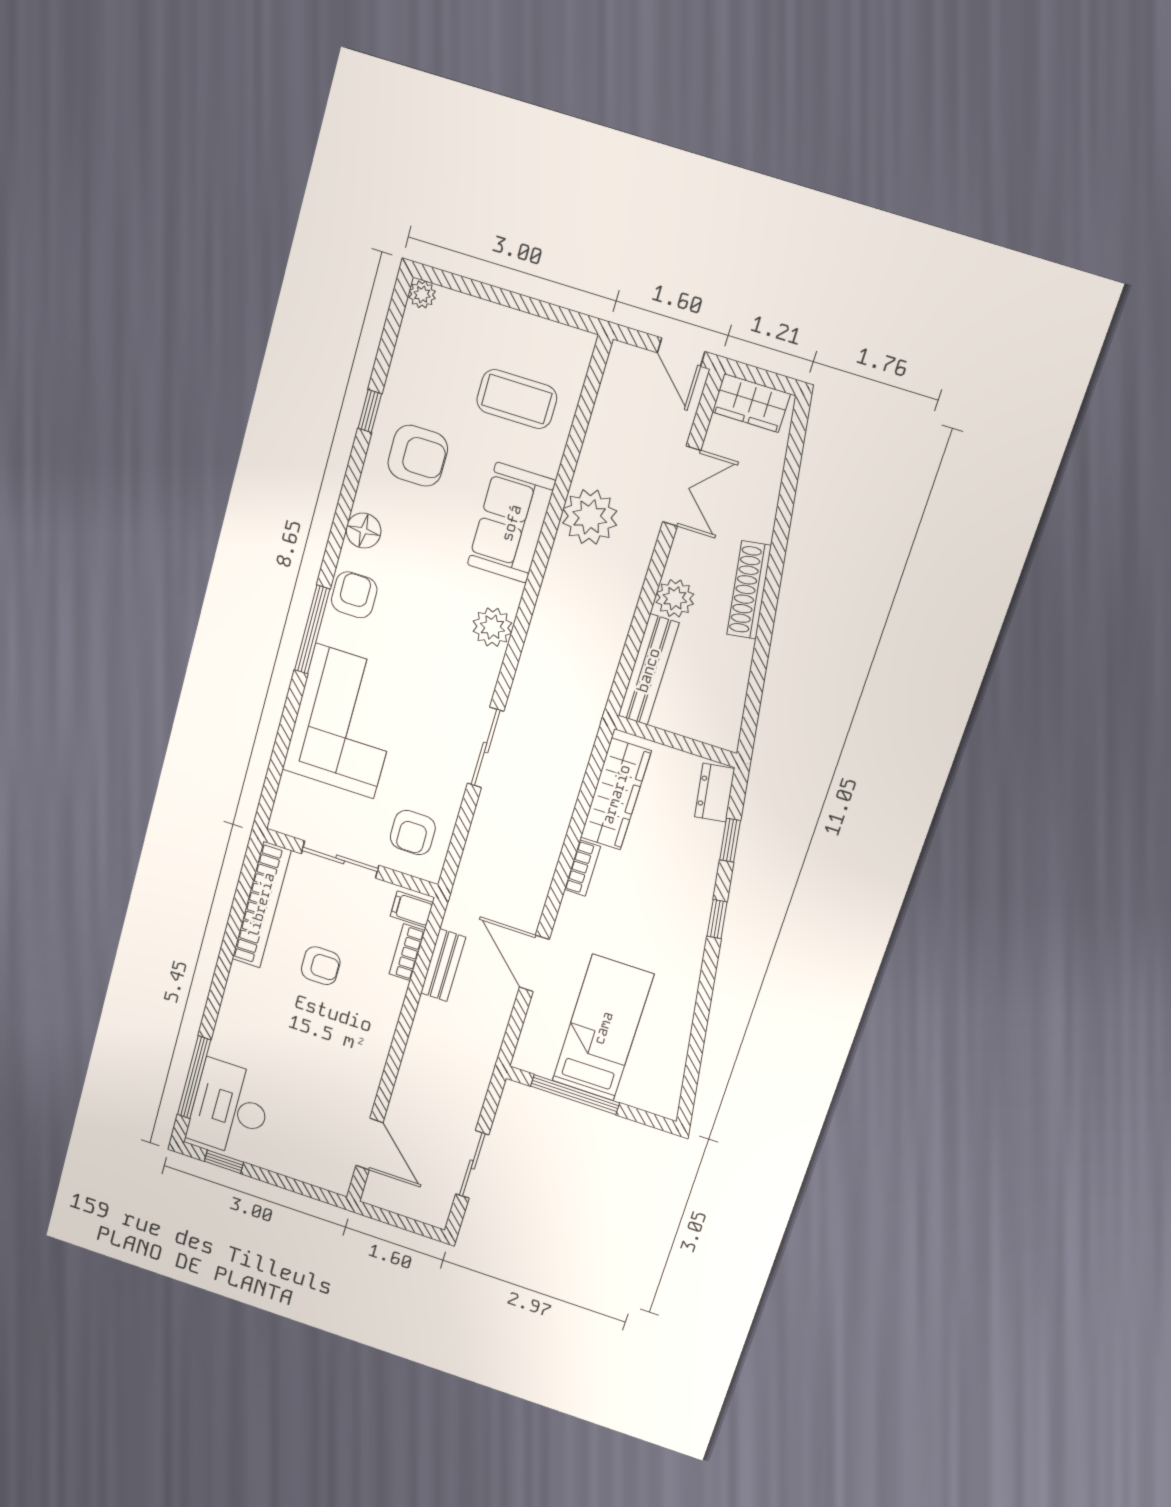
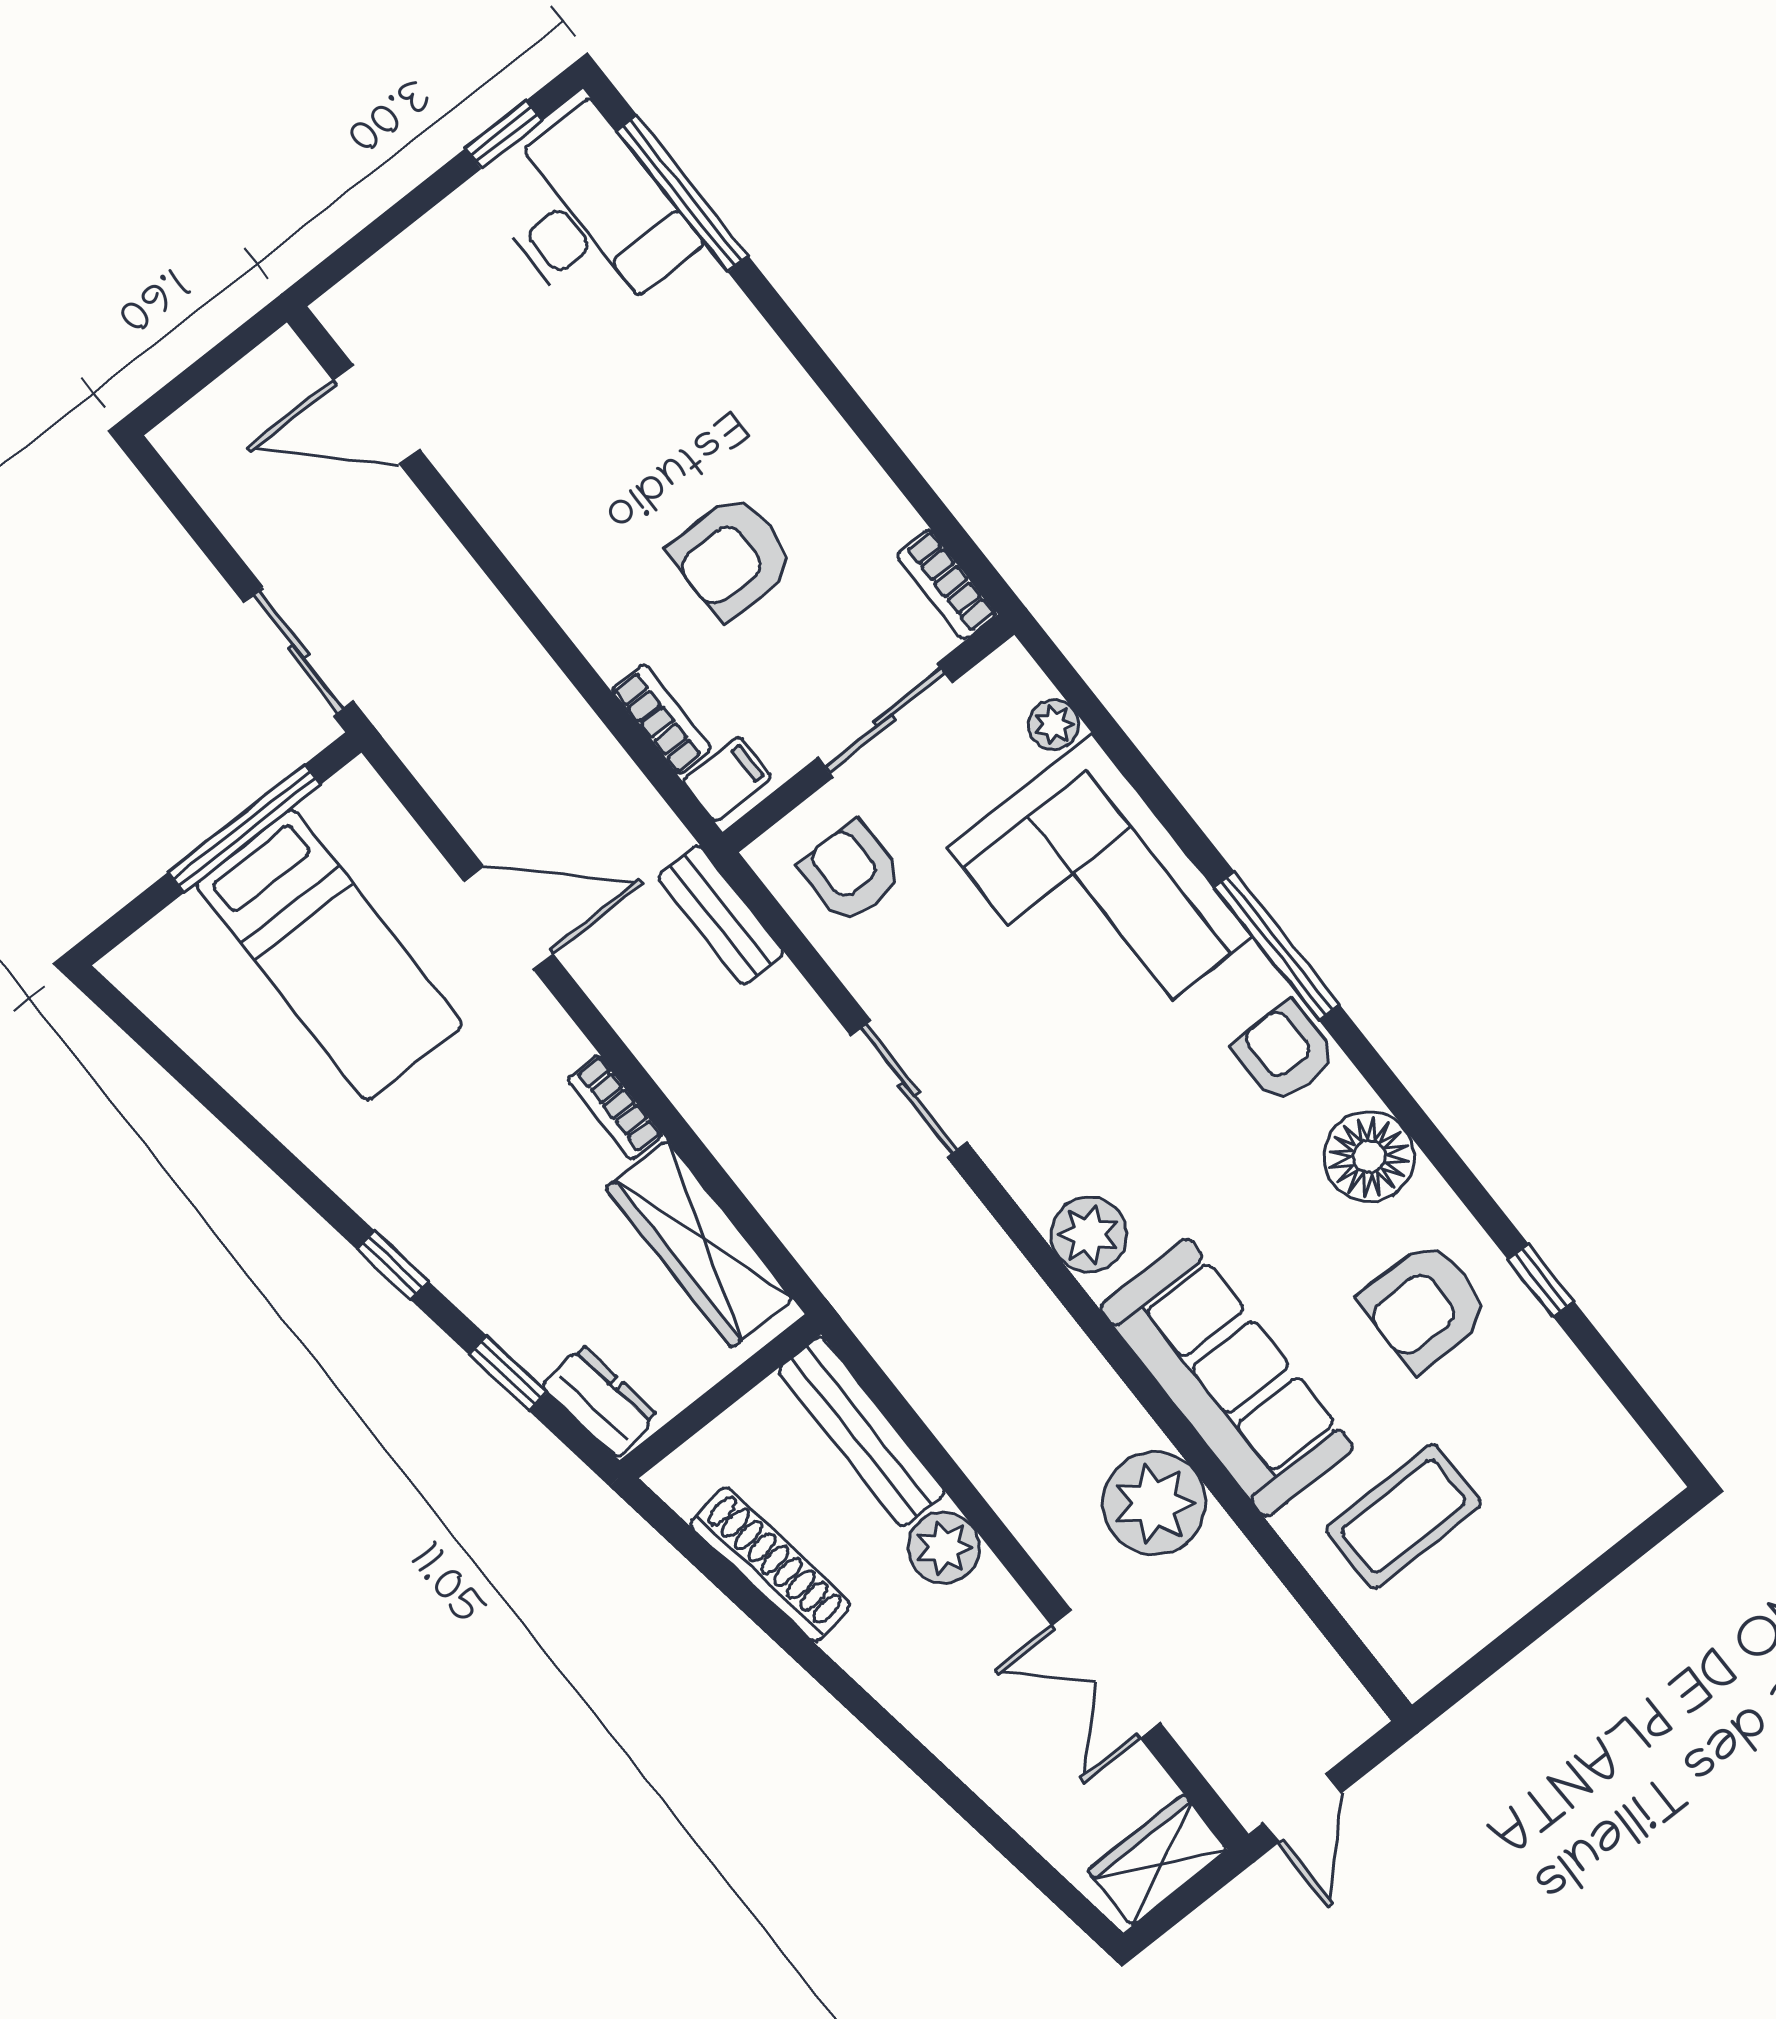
plant: (422, 294) -> (1054, 725), moved
door: (681, 352) -> (1302, 1808), swing flipped
sofa: (511, 523) -> (1227, 1378), width x1.36
floor lamp: (364, 531) -> (1369, 1157), width x1.38, depth x1.38
shoe rack: (749, 590) -> (770, 1564), moved
armchair: (354, 595) -> (1284, 1053), turned 180
bookcase: (261, 905) -> (947, 585), width x0.43, depth x0.76
bench: (443, 965) -> (721, 915), moved
armchair: (321, 966) -> (732, 557), width x1.38, depth x1.38
sliding door: (472, 1164) -> (298, 652), moved

